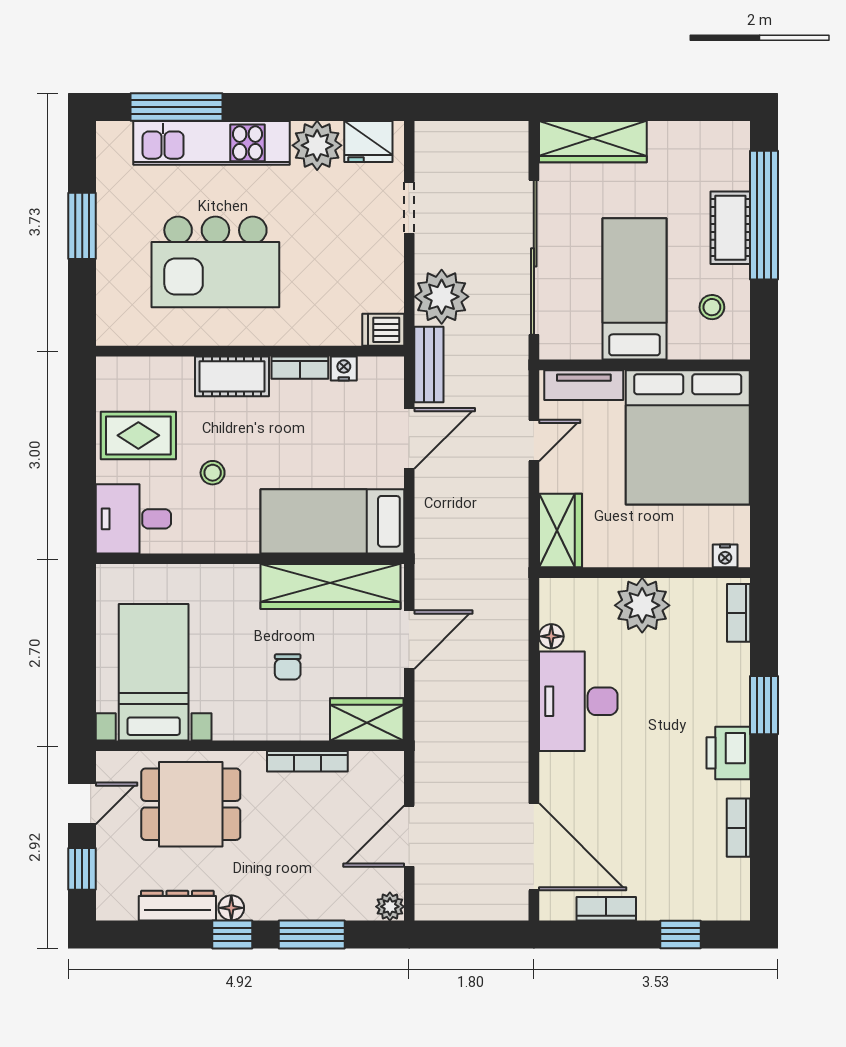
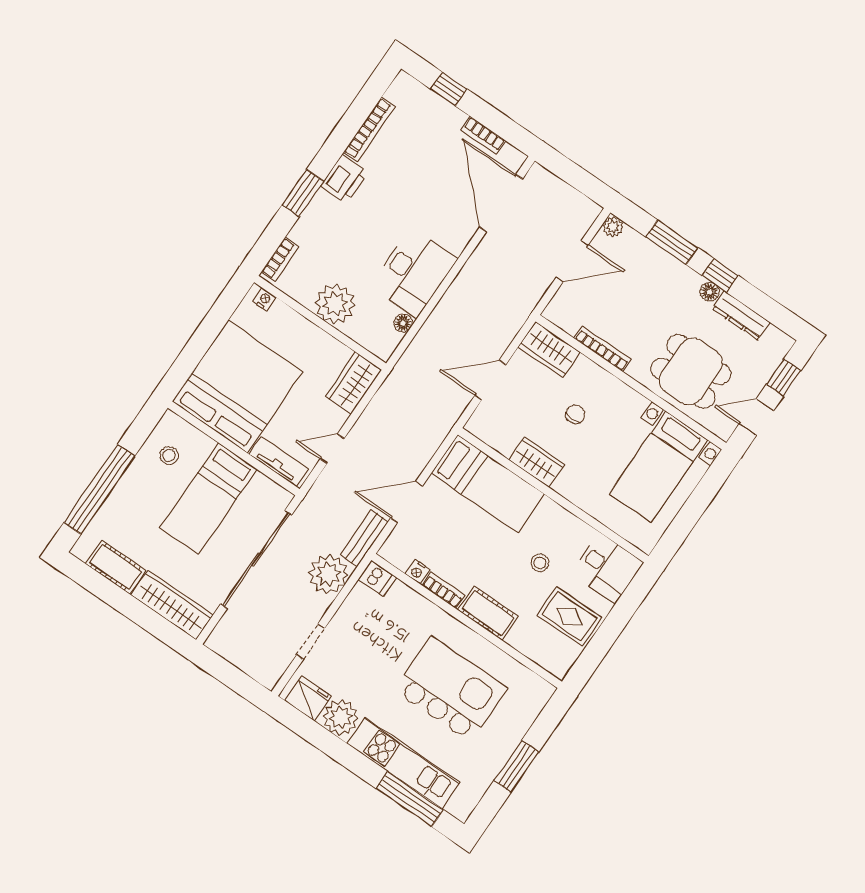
cot: (730, 228) -> (116, 567), moved, turned 90
wardrobe: (331, 587) -> (537, 462), width x0.48, depth x0.85
bookcase: (739, 828) -> (369, 129), width x1.56

